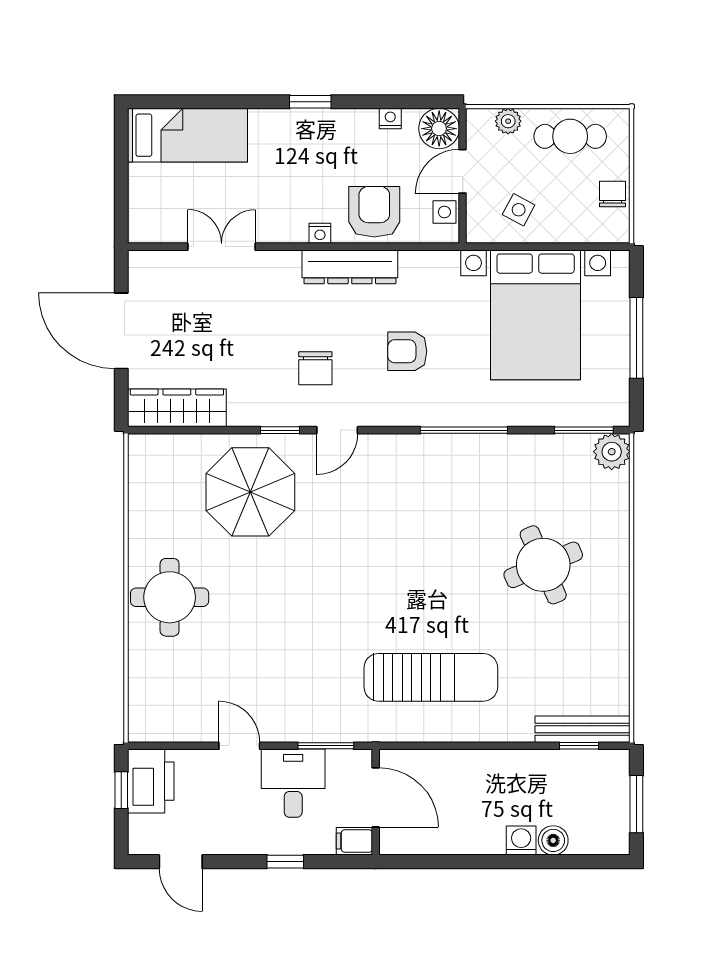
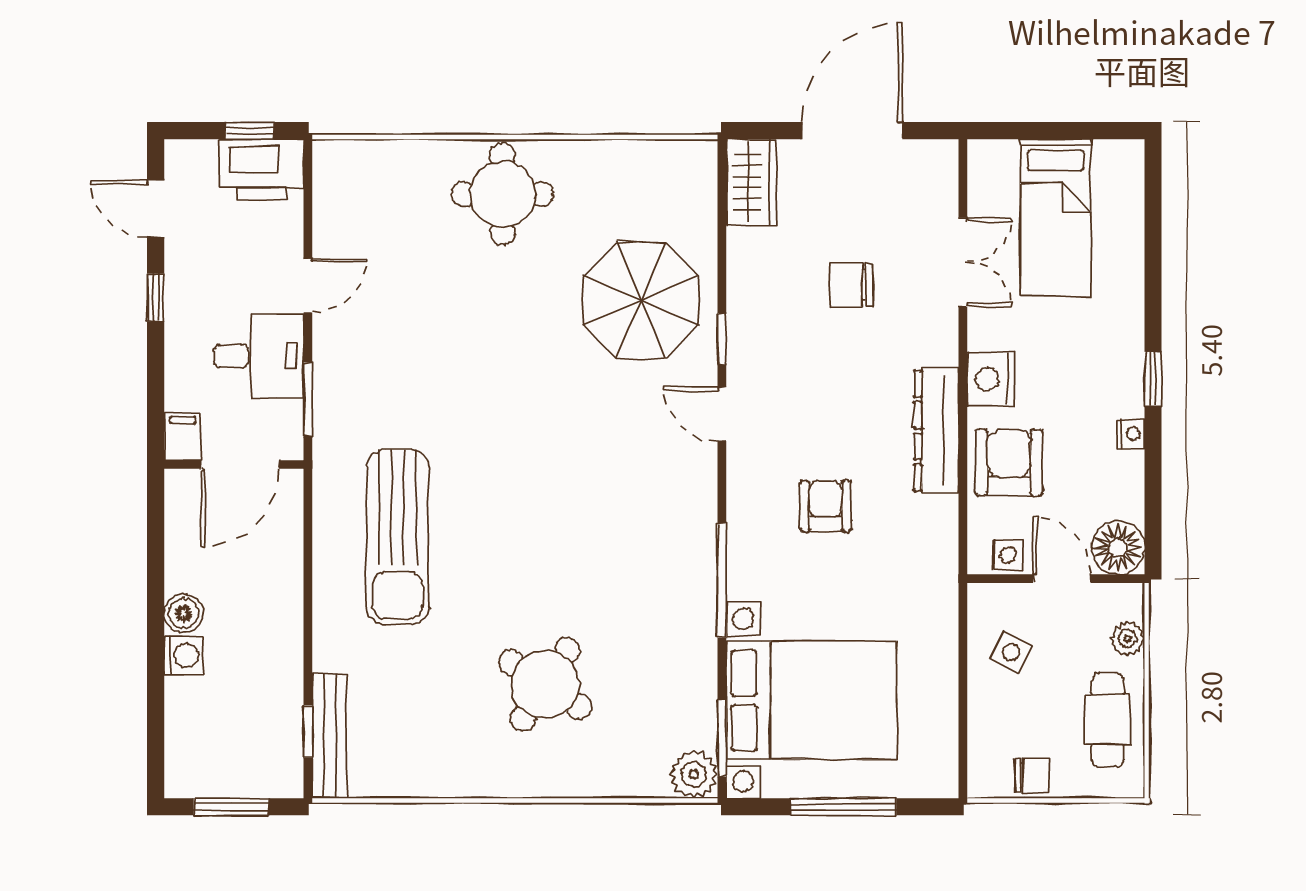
nightstand: (390, 119) -> (1131, 434), moved
bed: (188, 135) -> (1056, 218), moved
armchair: (374, 212) -> (1009, 463), turned -90
nightstand: (320, 233) -> (991, 379), width x1.89, depth x1.79
bed with nightstands: (536, 315) -> (811, 700), moved, turned 180
chair: (315, 368) -> (851, 285), moved
wardrobe: (177, 408) -> (751, 182), width x0.67
round table: (543, 565) -> (545, 684), turned -34
boiler: (553, 840) -> (184, 613), moved
door: (181, 862) -> (156, 209), hinge flipped
window: (285, 862) -> (156, 298), moved

